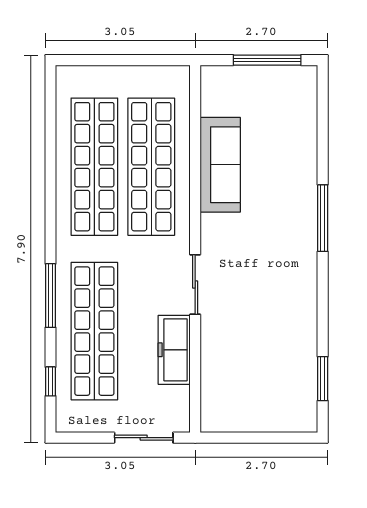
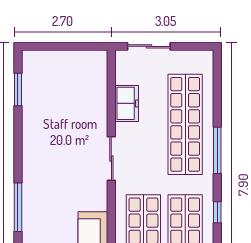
freezer: (174, 350) -> (127, 103), width x0.71
window: (51, 381) -> (217, 212), moved

